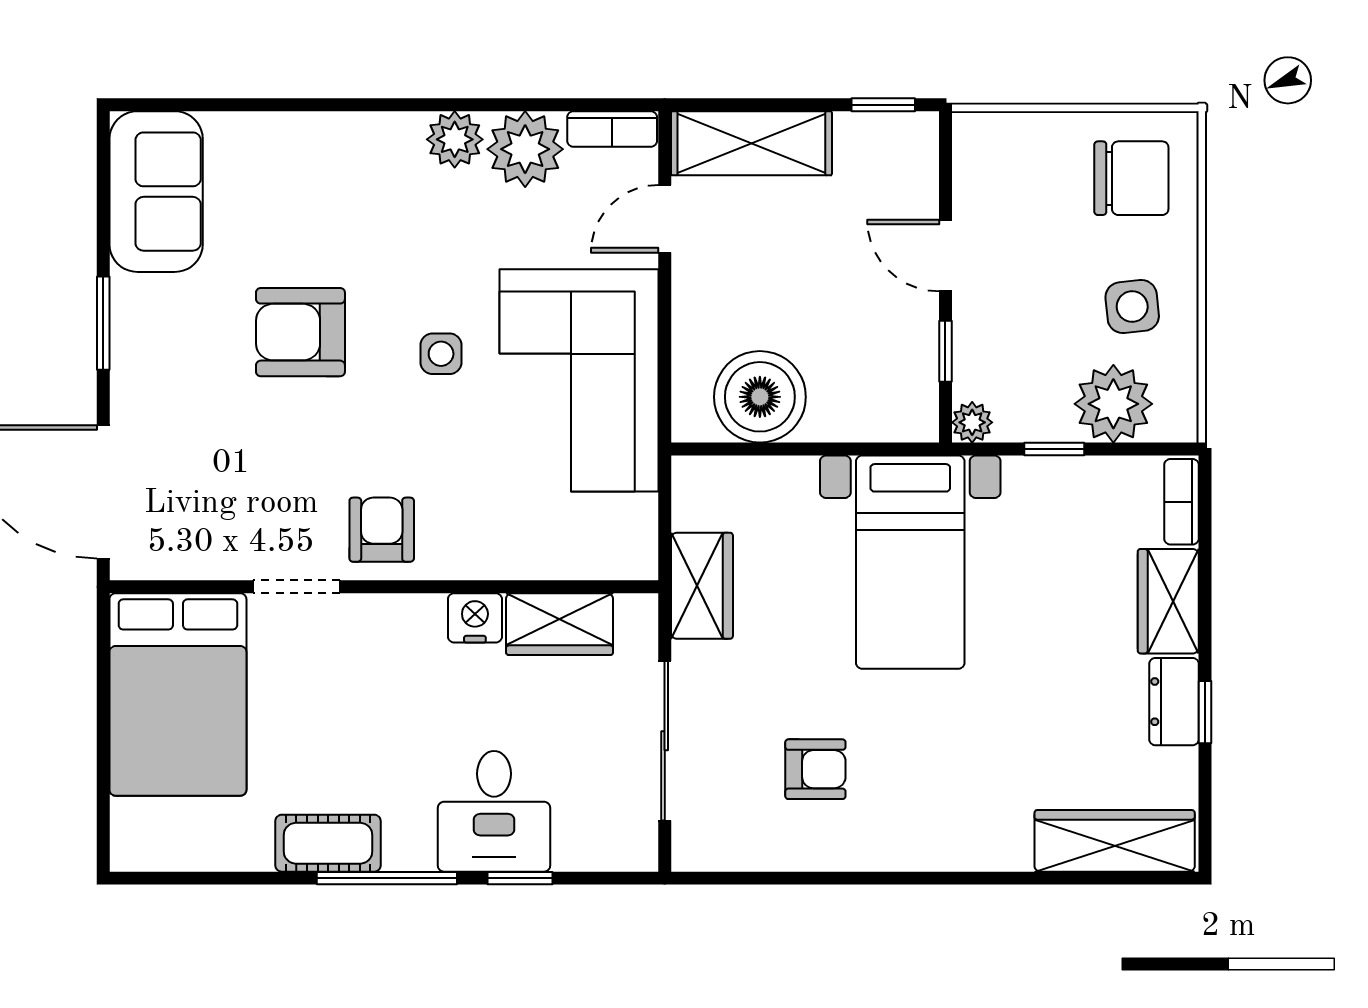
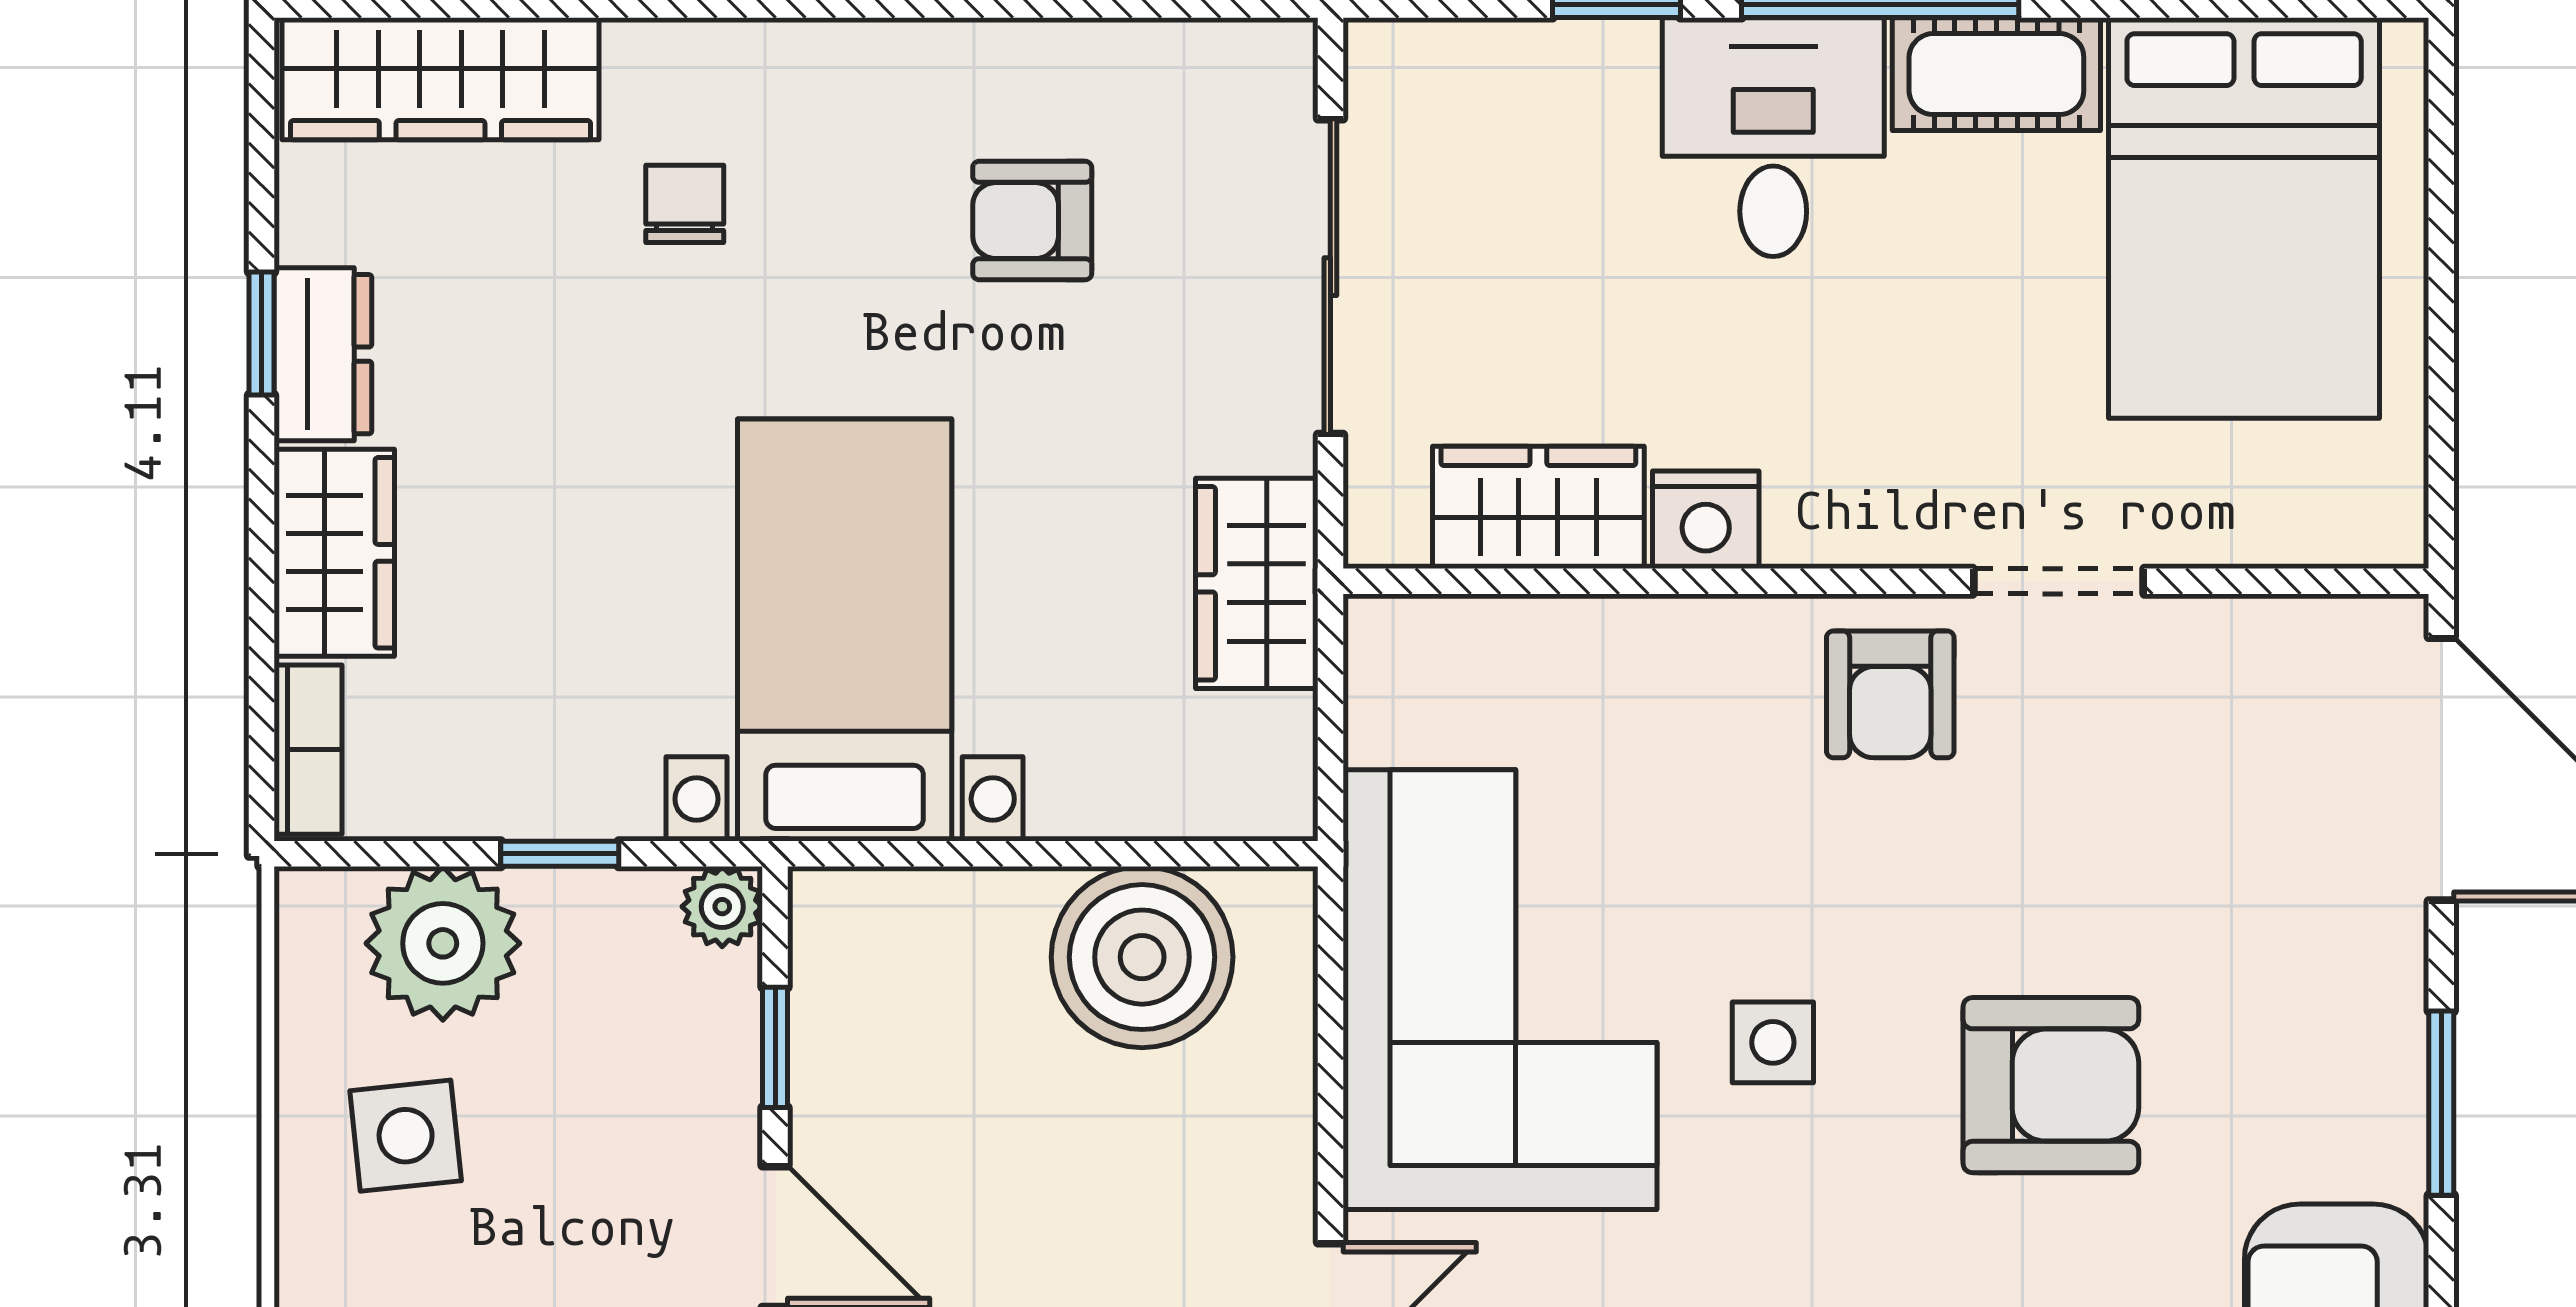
bed: (178, 694) -> (2244, 218), moved, turned 180
chair: (991, 778) -> (685, 204), added
desk: (494, 811) -> (1773, 137), moved

